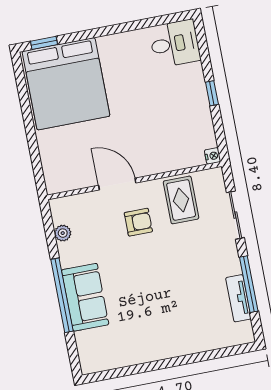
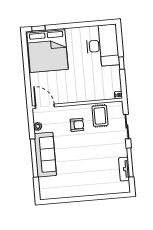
desk: (175, 44) -> (102, 46), width x1.87, depth x1.30
door: (117, 184) -> (45, 106), moved
sofa: (85, 297) -> (45, 155), width x1.36

